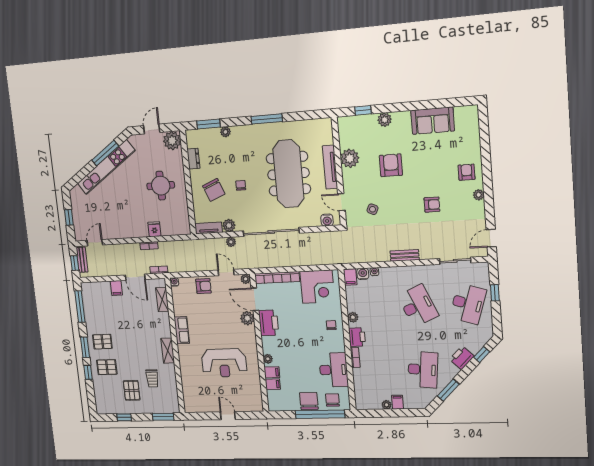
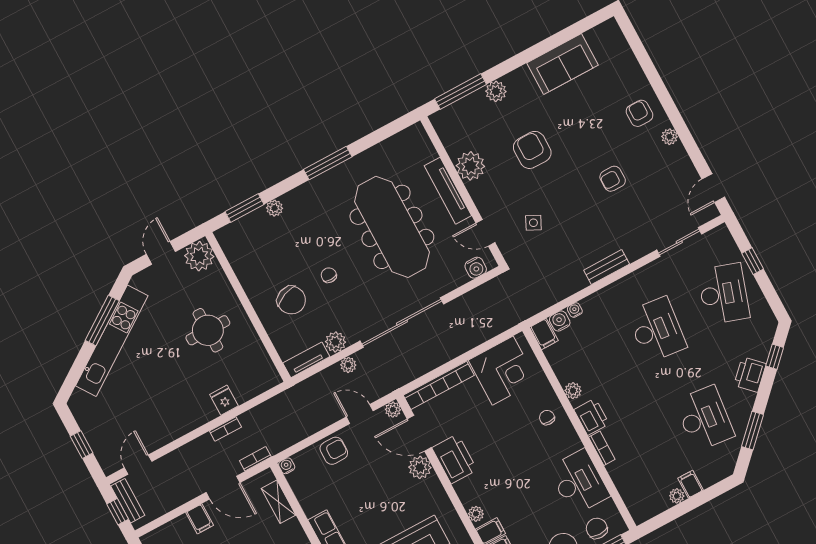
window: (363, 110) -> (461, 92), width x2.17
dresser: (193, 159) -> (242, 268), removed
armchair: (432, 205) -> (613, 179), turned 180
desk: (418, 306) -> (657, 330), turned 30

